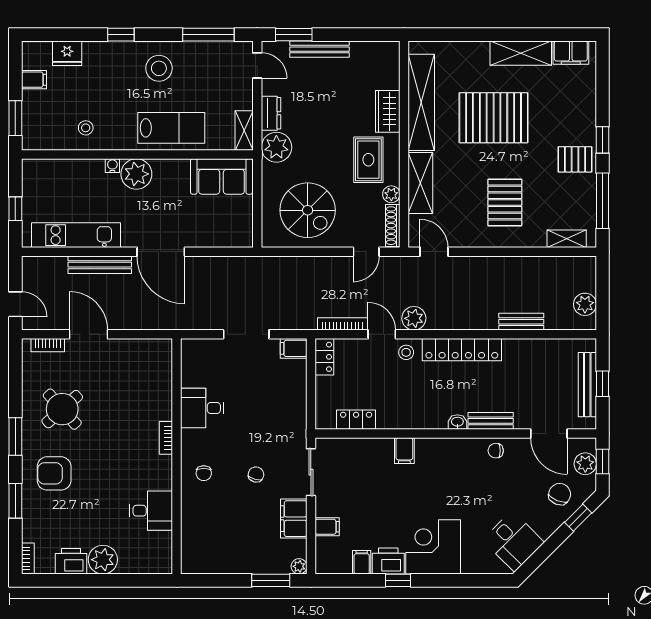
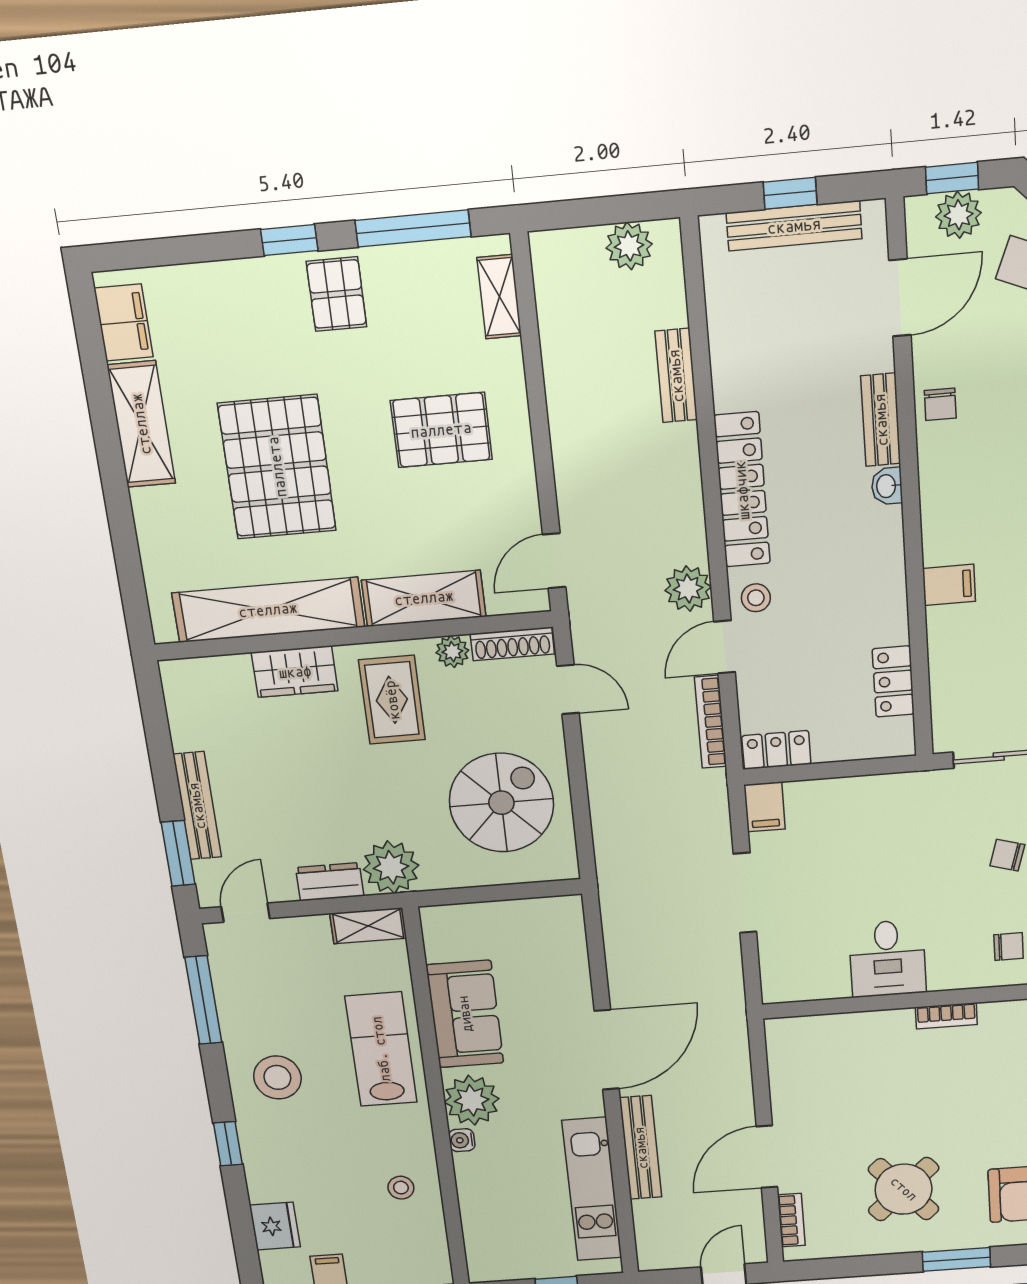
rug: (368, 160) -> (392, 700), turned 90
sofa: (222, 176) -> (465, 1014), moved

